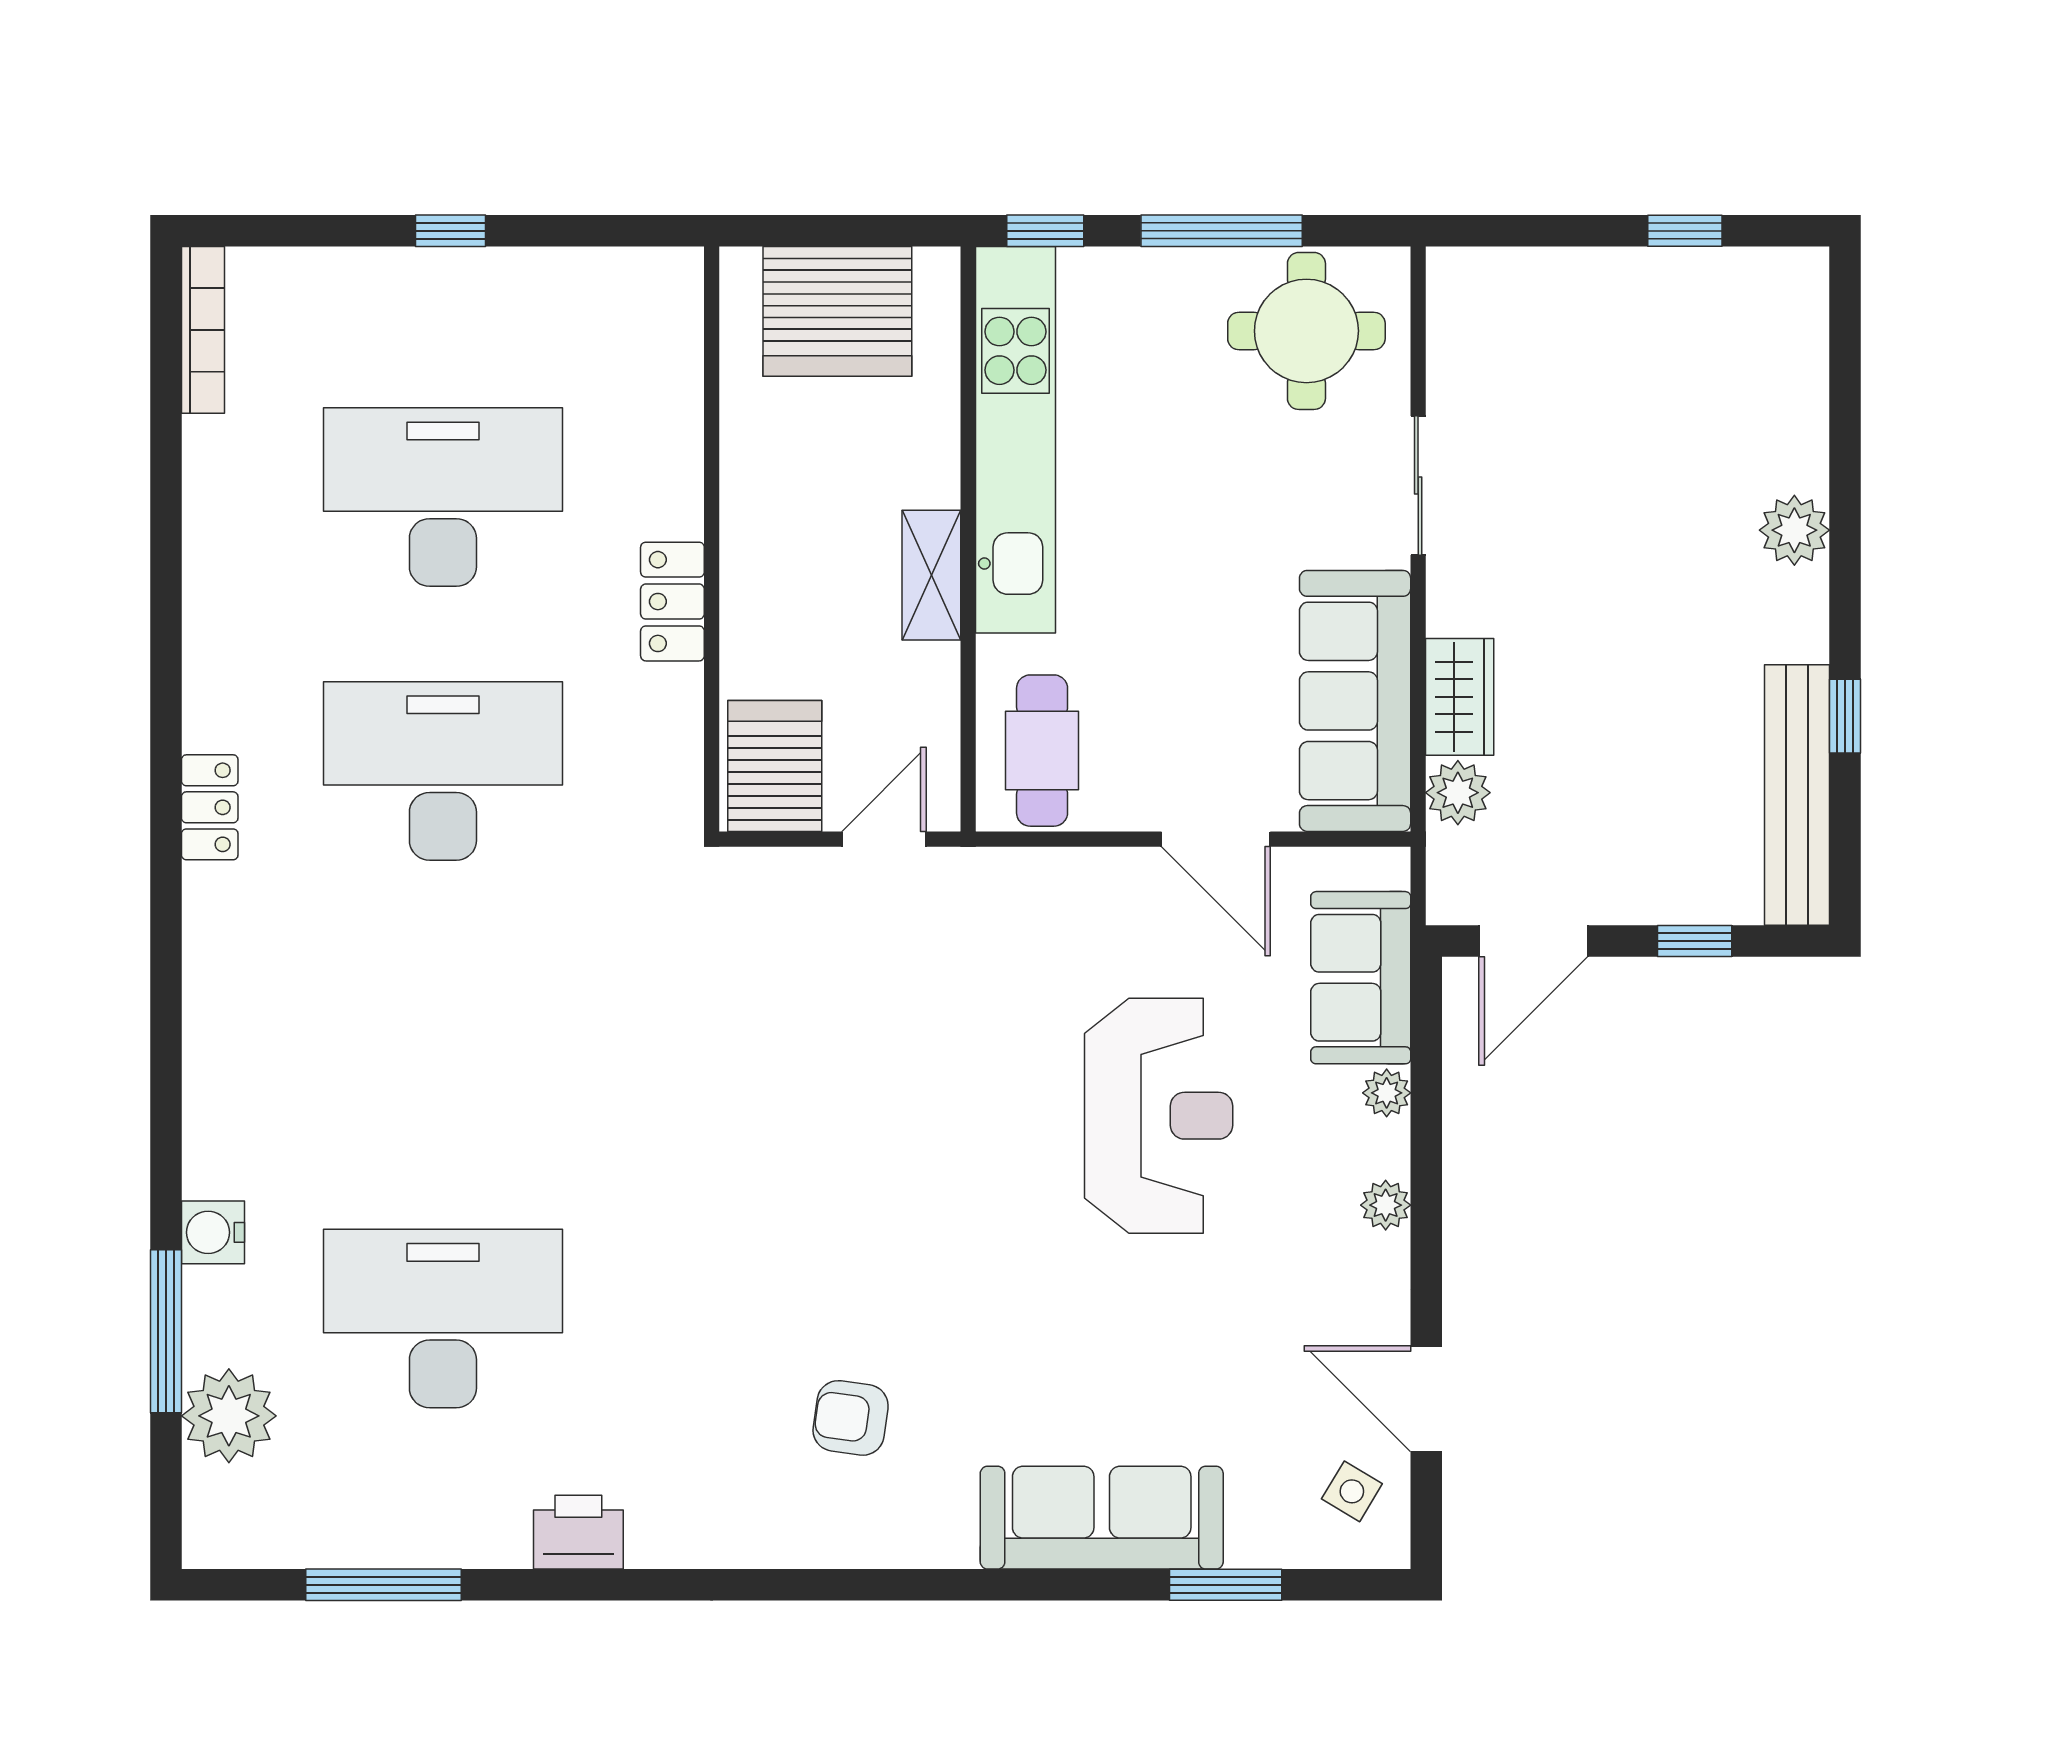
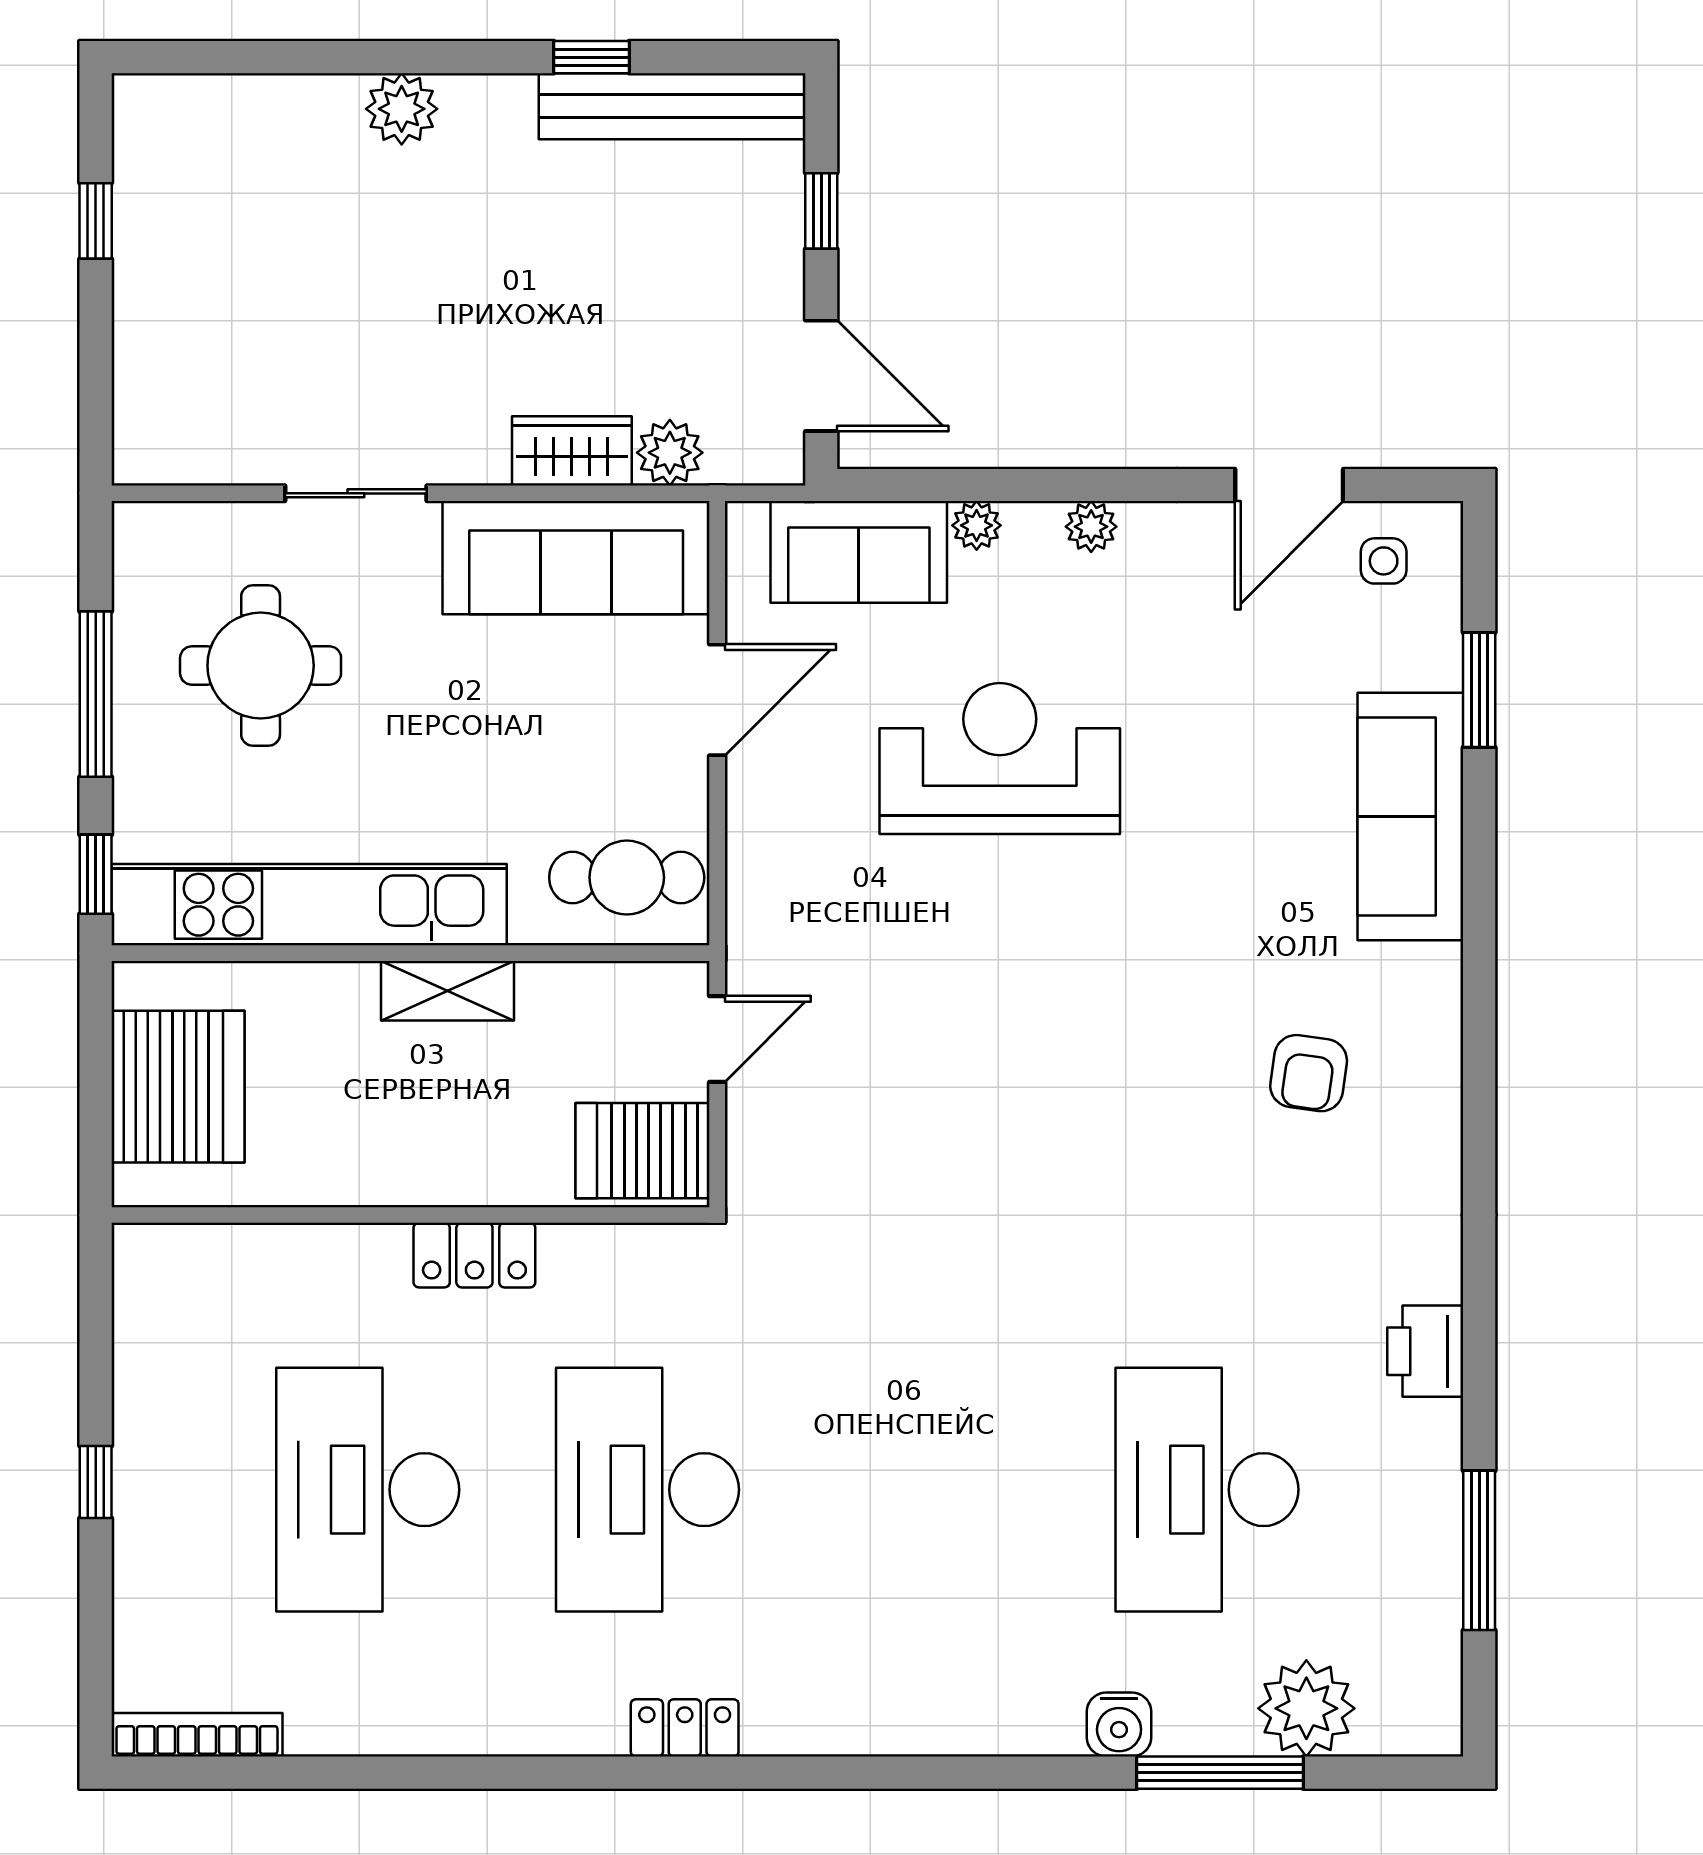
round table: (1306, 331) -> (261, 666), moved
door: (884, 839) -> (717, 1039), swing flipped
side table: (1352, 1491) -> (1384, 561), turned -31

